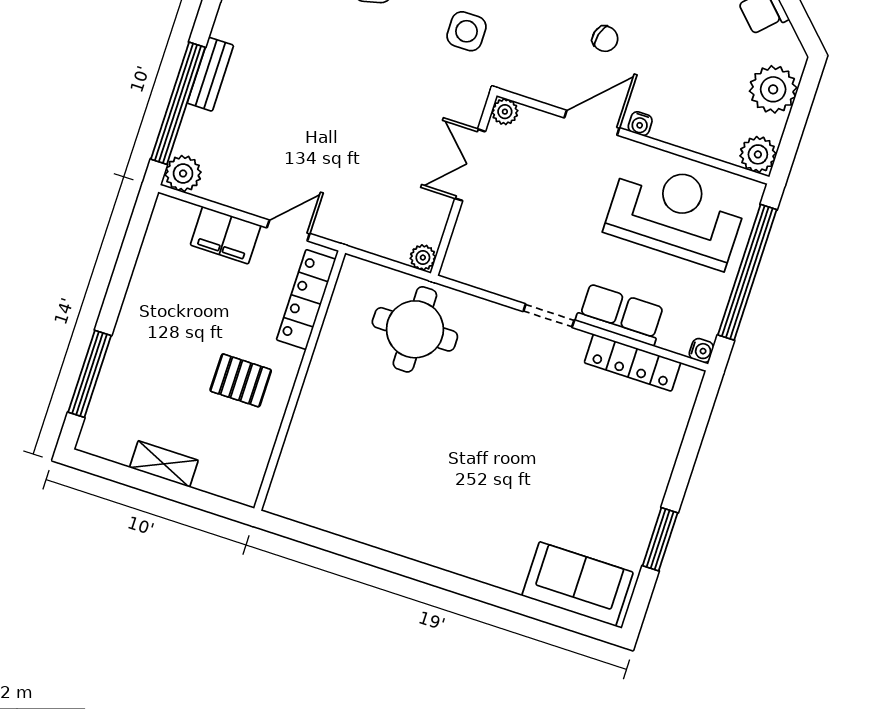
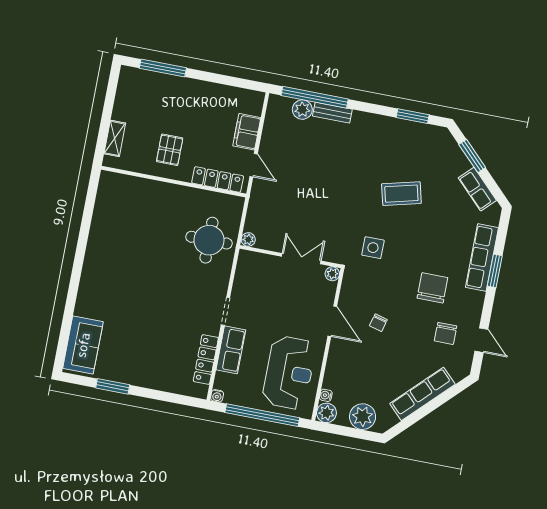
water cooler: (640, 124) -> (326, 395), moved
plant: (183, 173) -> (302, 110), moved
shelving: (164, 464) -> (115, 138), moved

